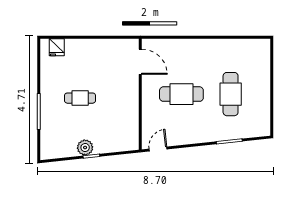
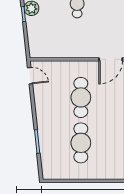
cafe table: (231, 94) -> (81, 143), turned 90

